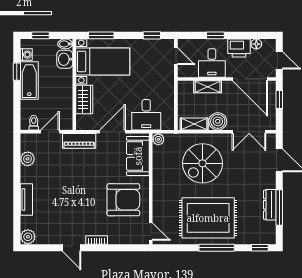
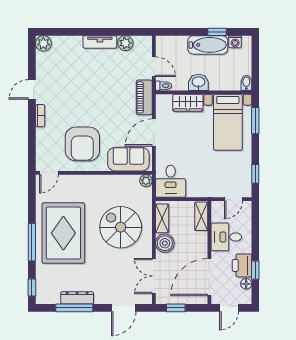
window: (41, 35) -> (255, 57), removed
window: (215, 35) -> (255, 270), moved
washbasin: (65, 59) -> (198, 82), moved
shelving: (208, 87) -> (201, 216), moved
window: (279, 100) -> (176, 308), moved
desk: (146, 115) -> (171, 181), moved, turned -90
toilet: (34, 123) -> (163, 86), moved
door: (112, 132) -> (154, 132), swing flipped
tv unit: (26, 200) -> (100, 42), moved

